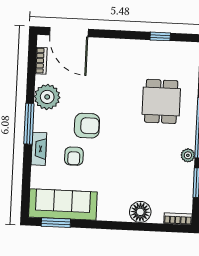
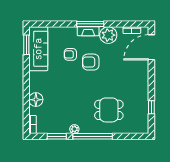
armchair: (87, 126) -> (91, 62), turned 90
fireplace: (39, 149) -> (88, 31), moved

